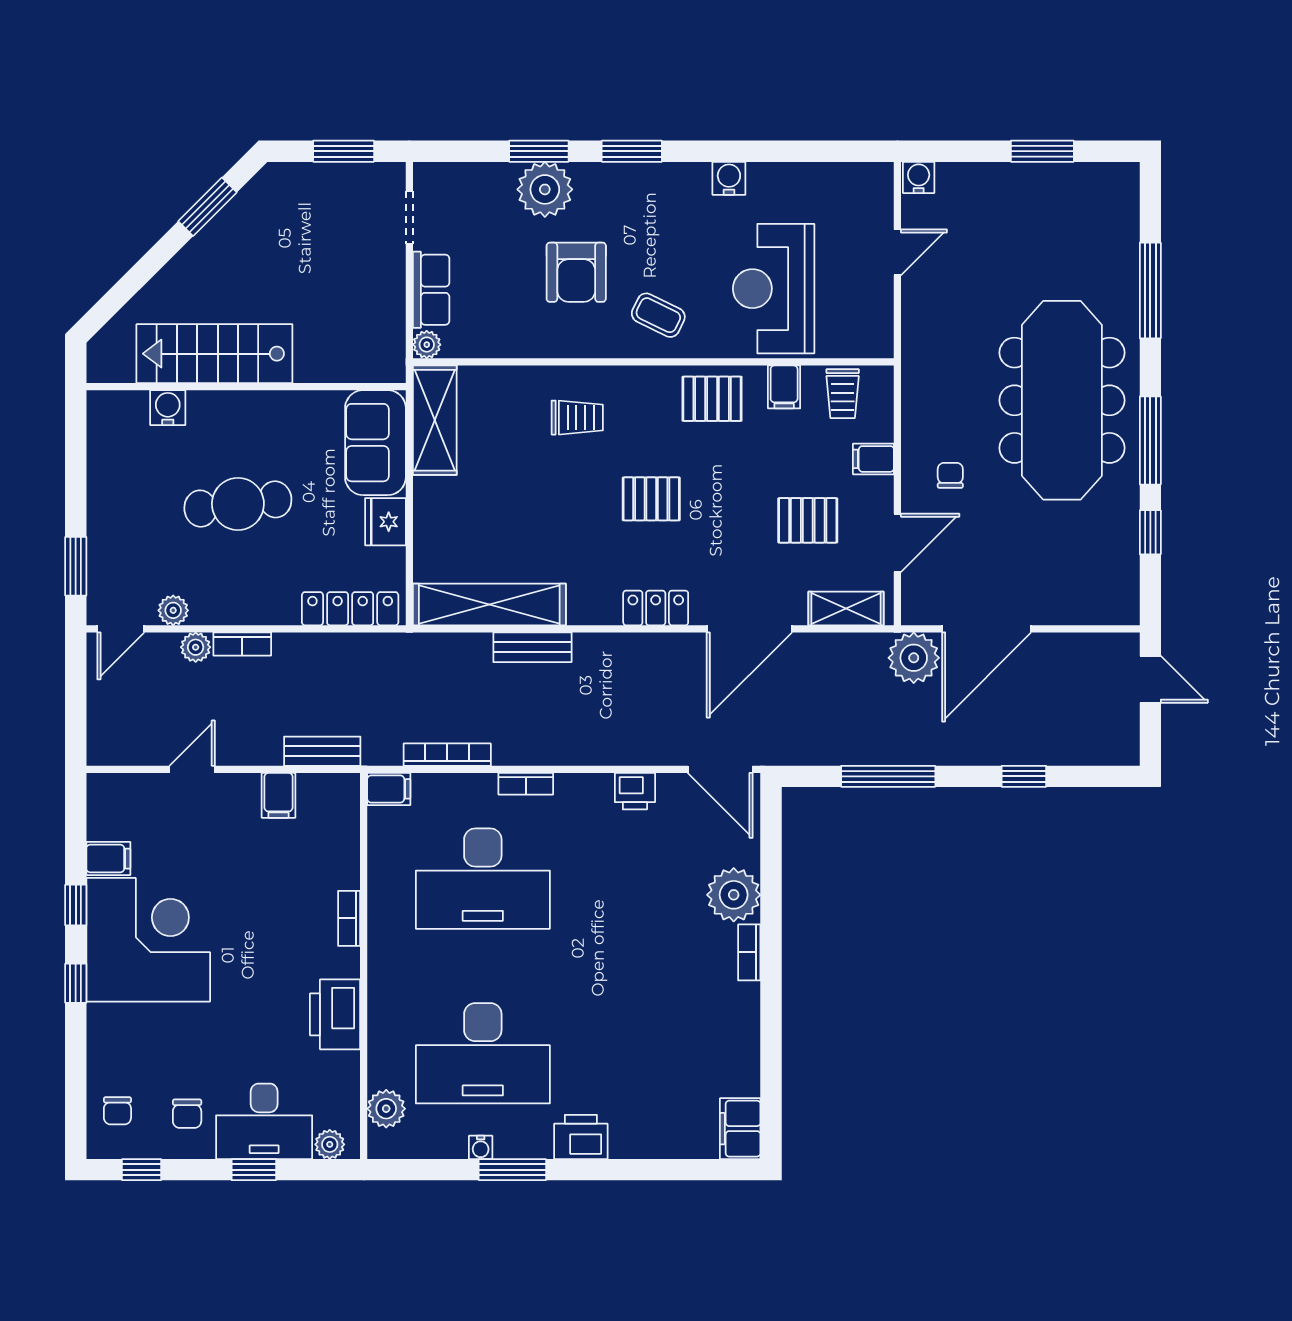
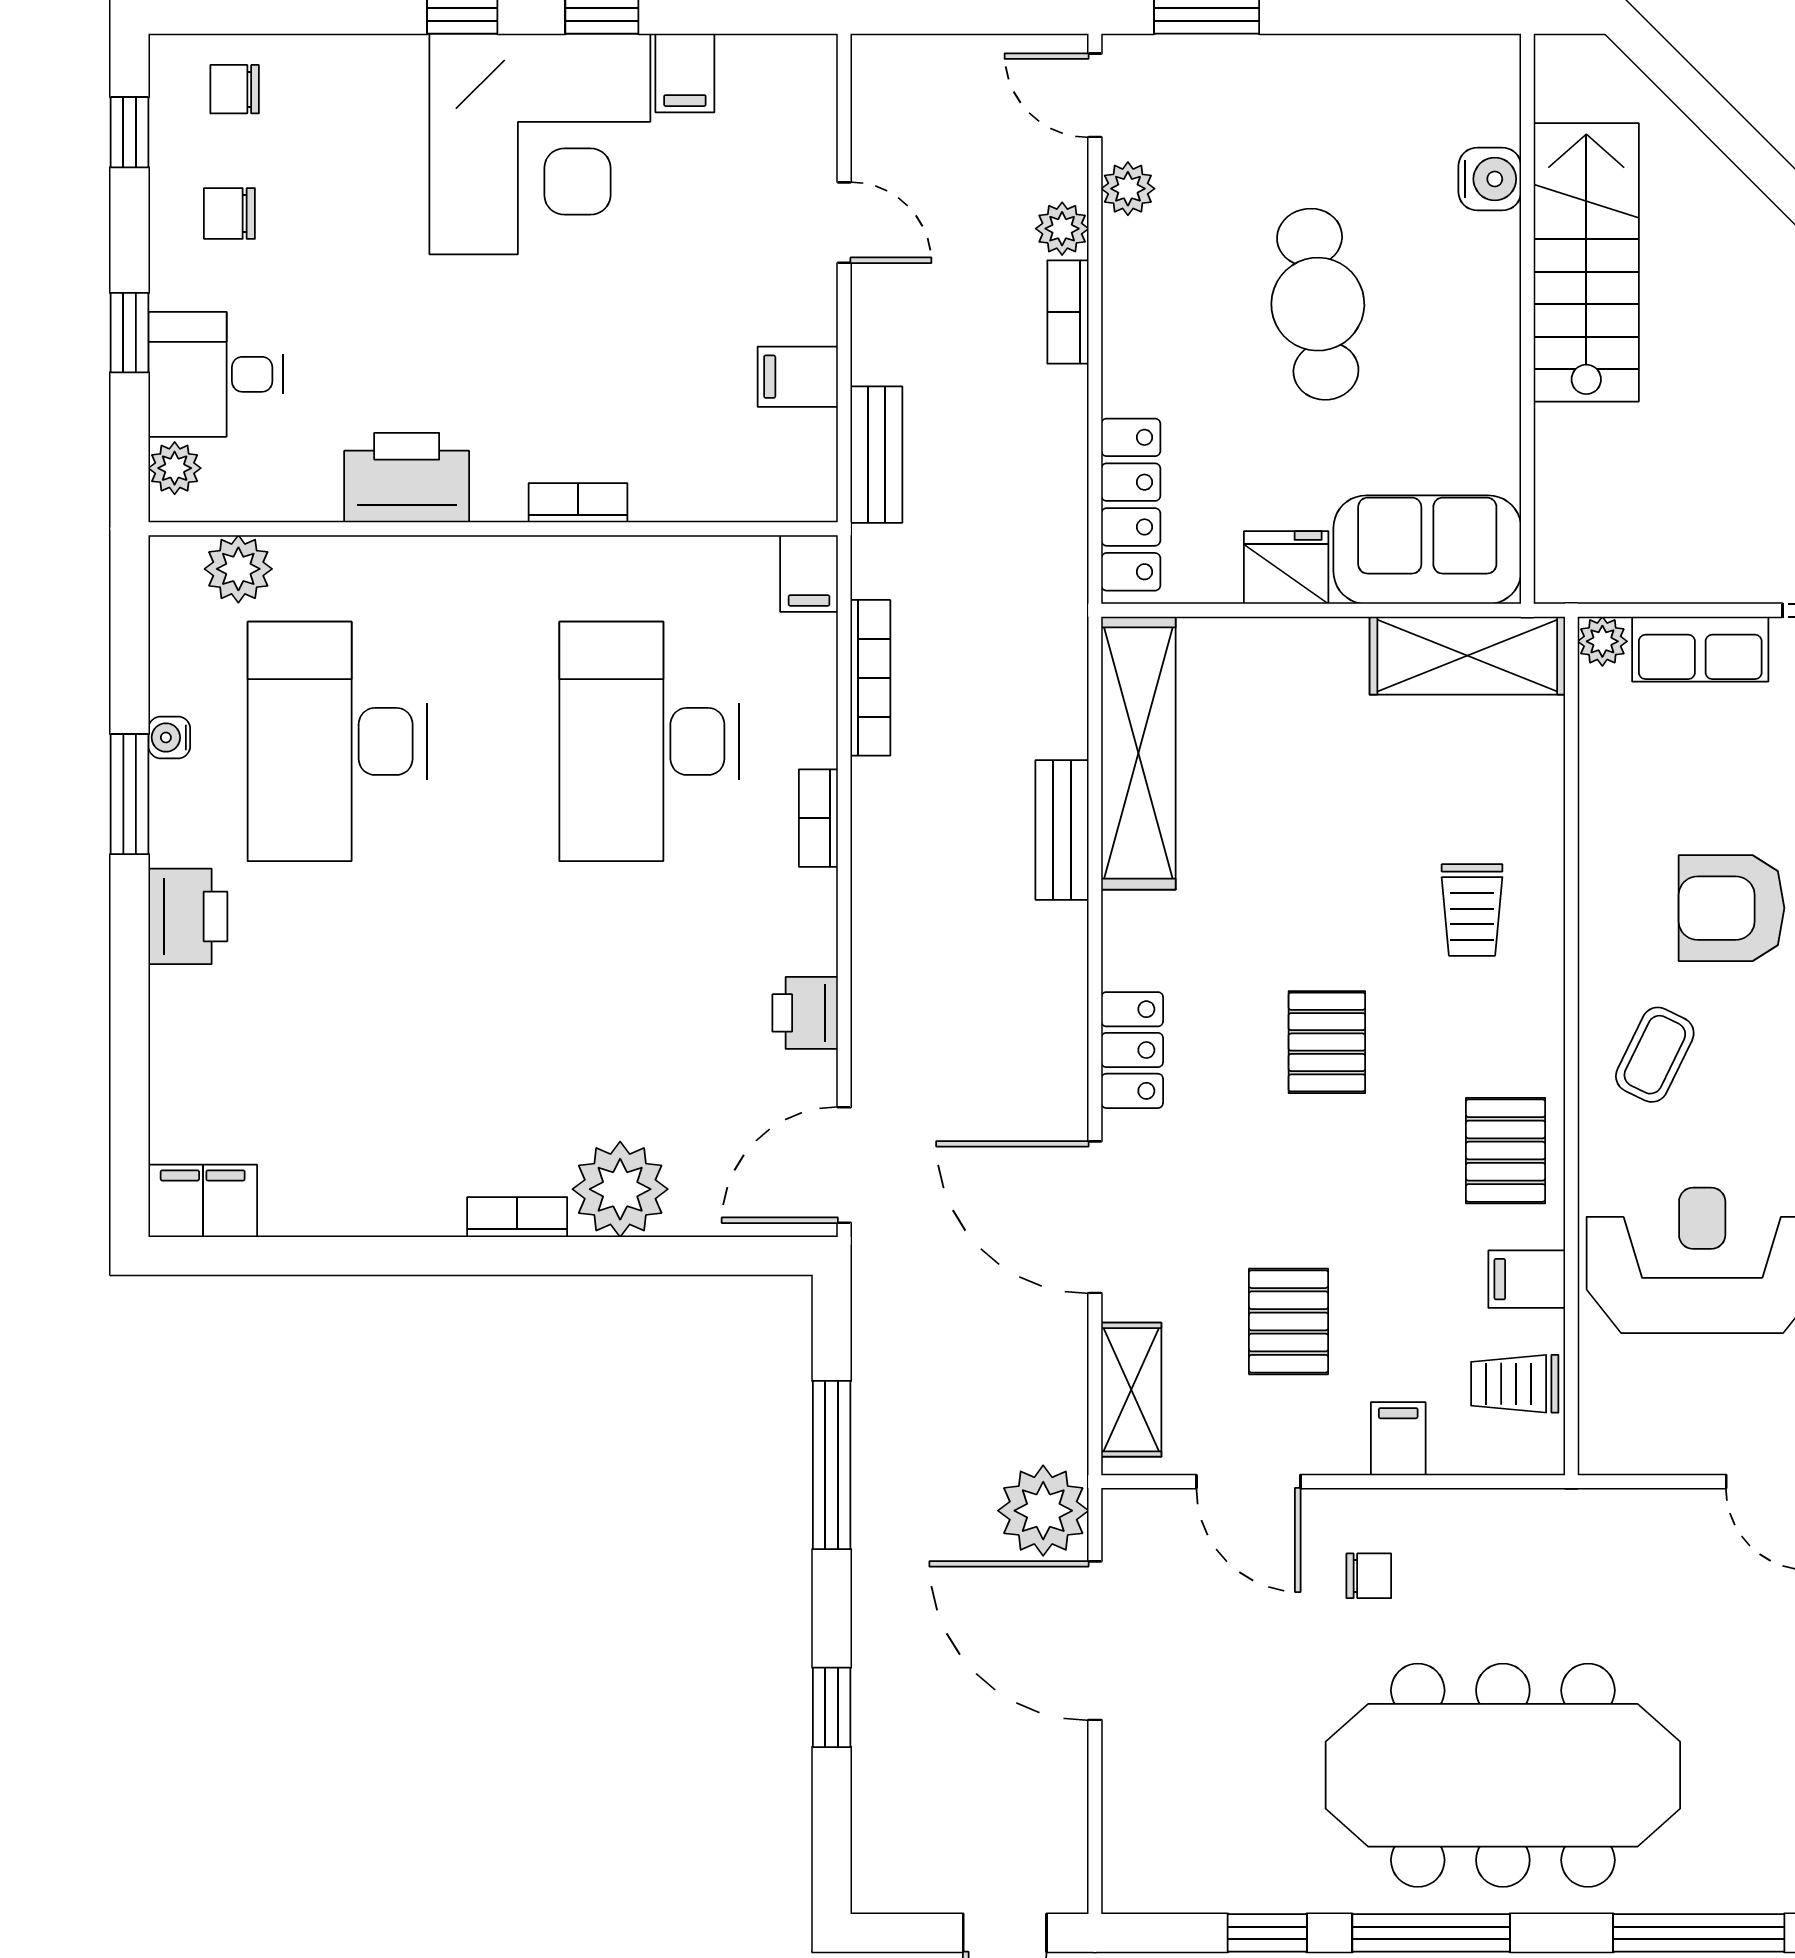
desk: (264, 1121) -> (216, 374), width x0.73

